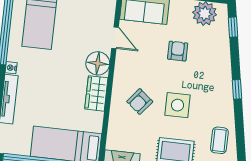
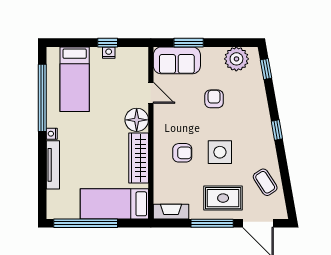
wardrobe: (96, 93) -> (139, 158), width x1.50
armchair: (140, 102) -> (182, 153), turned -129
coffee table: (219, 140) -> (265, 182), turned -33

